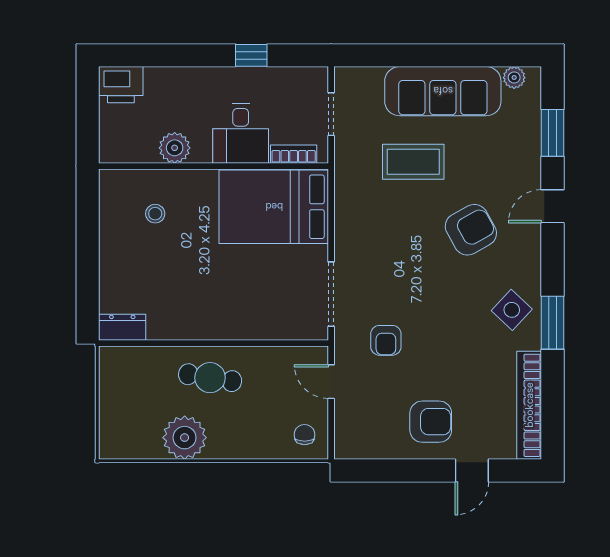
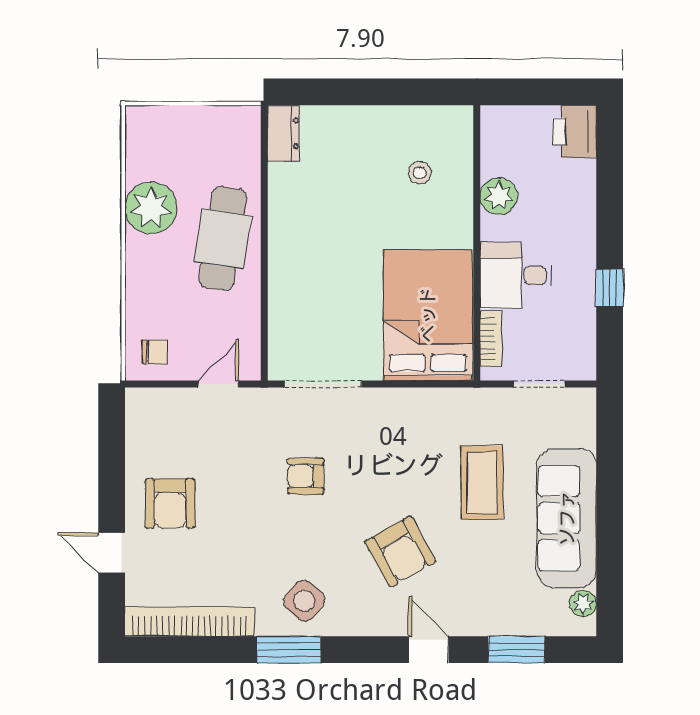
armchair: (386, 340) -> (306, 476), moved
cafe table: (210, 378) -> (223, 239), width x1.37, depth x1.35

